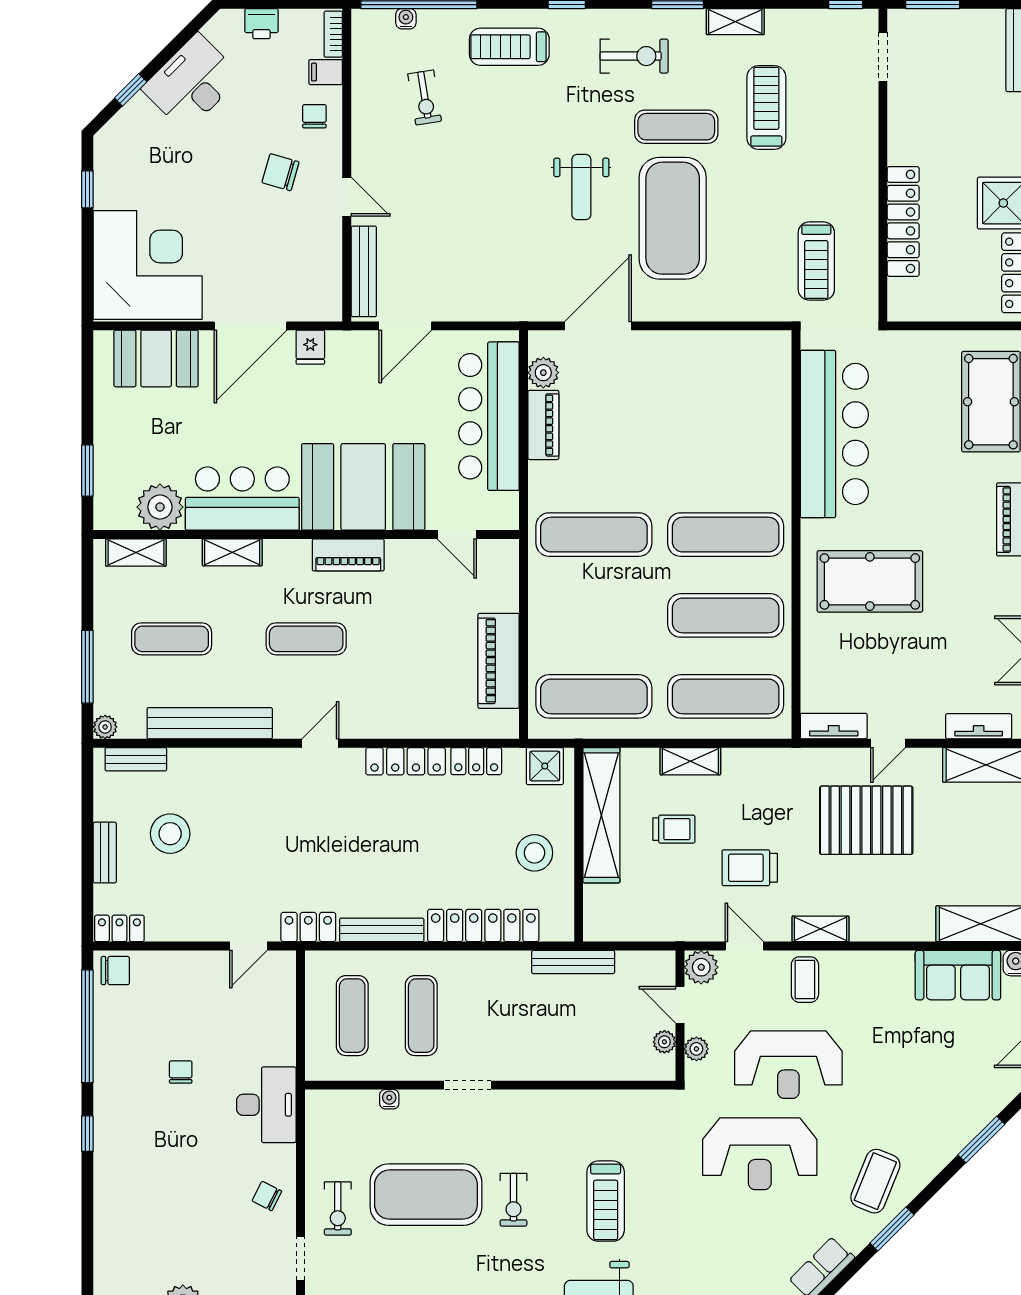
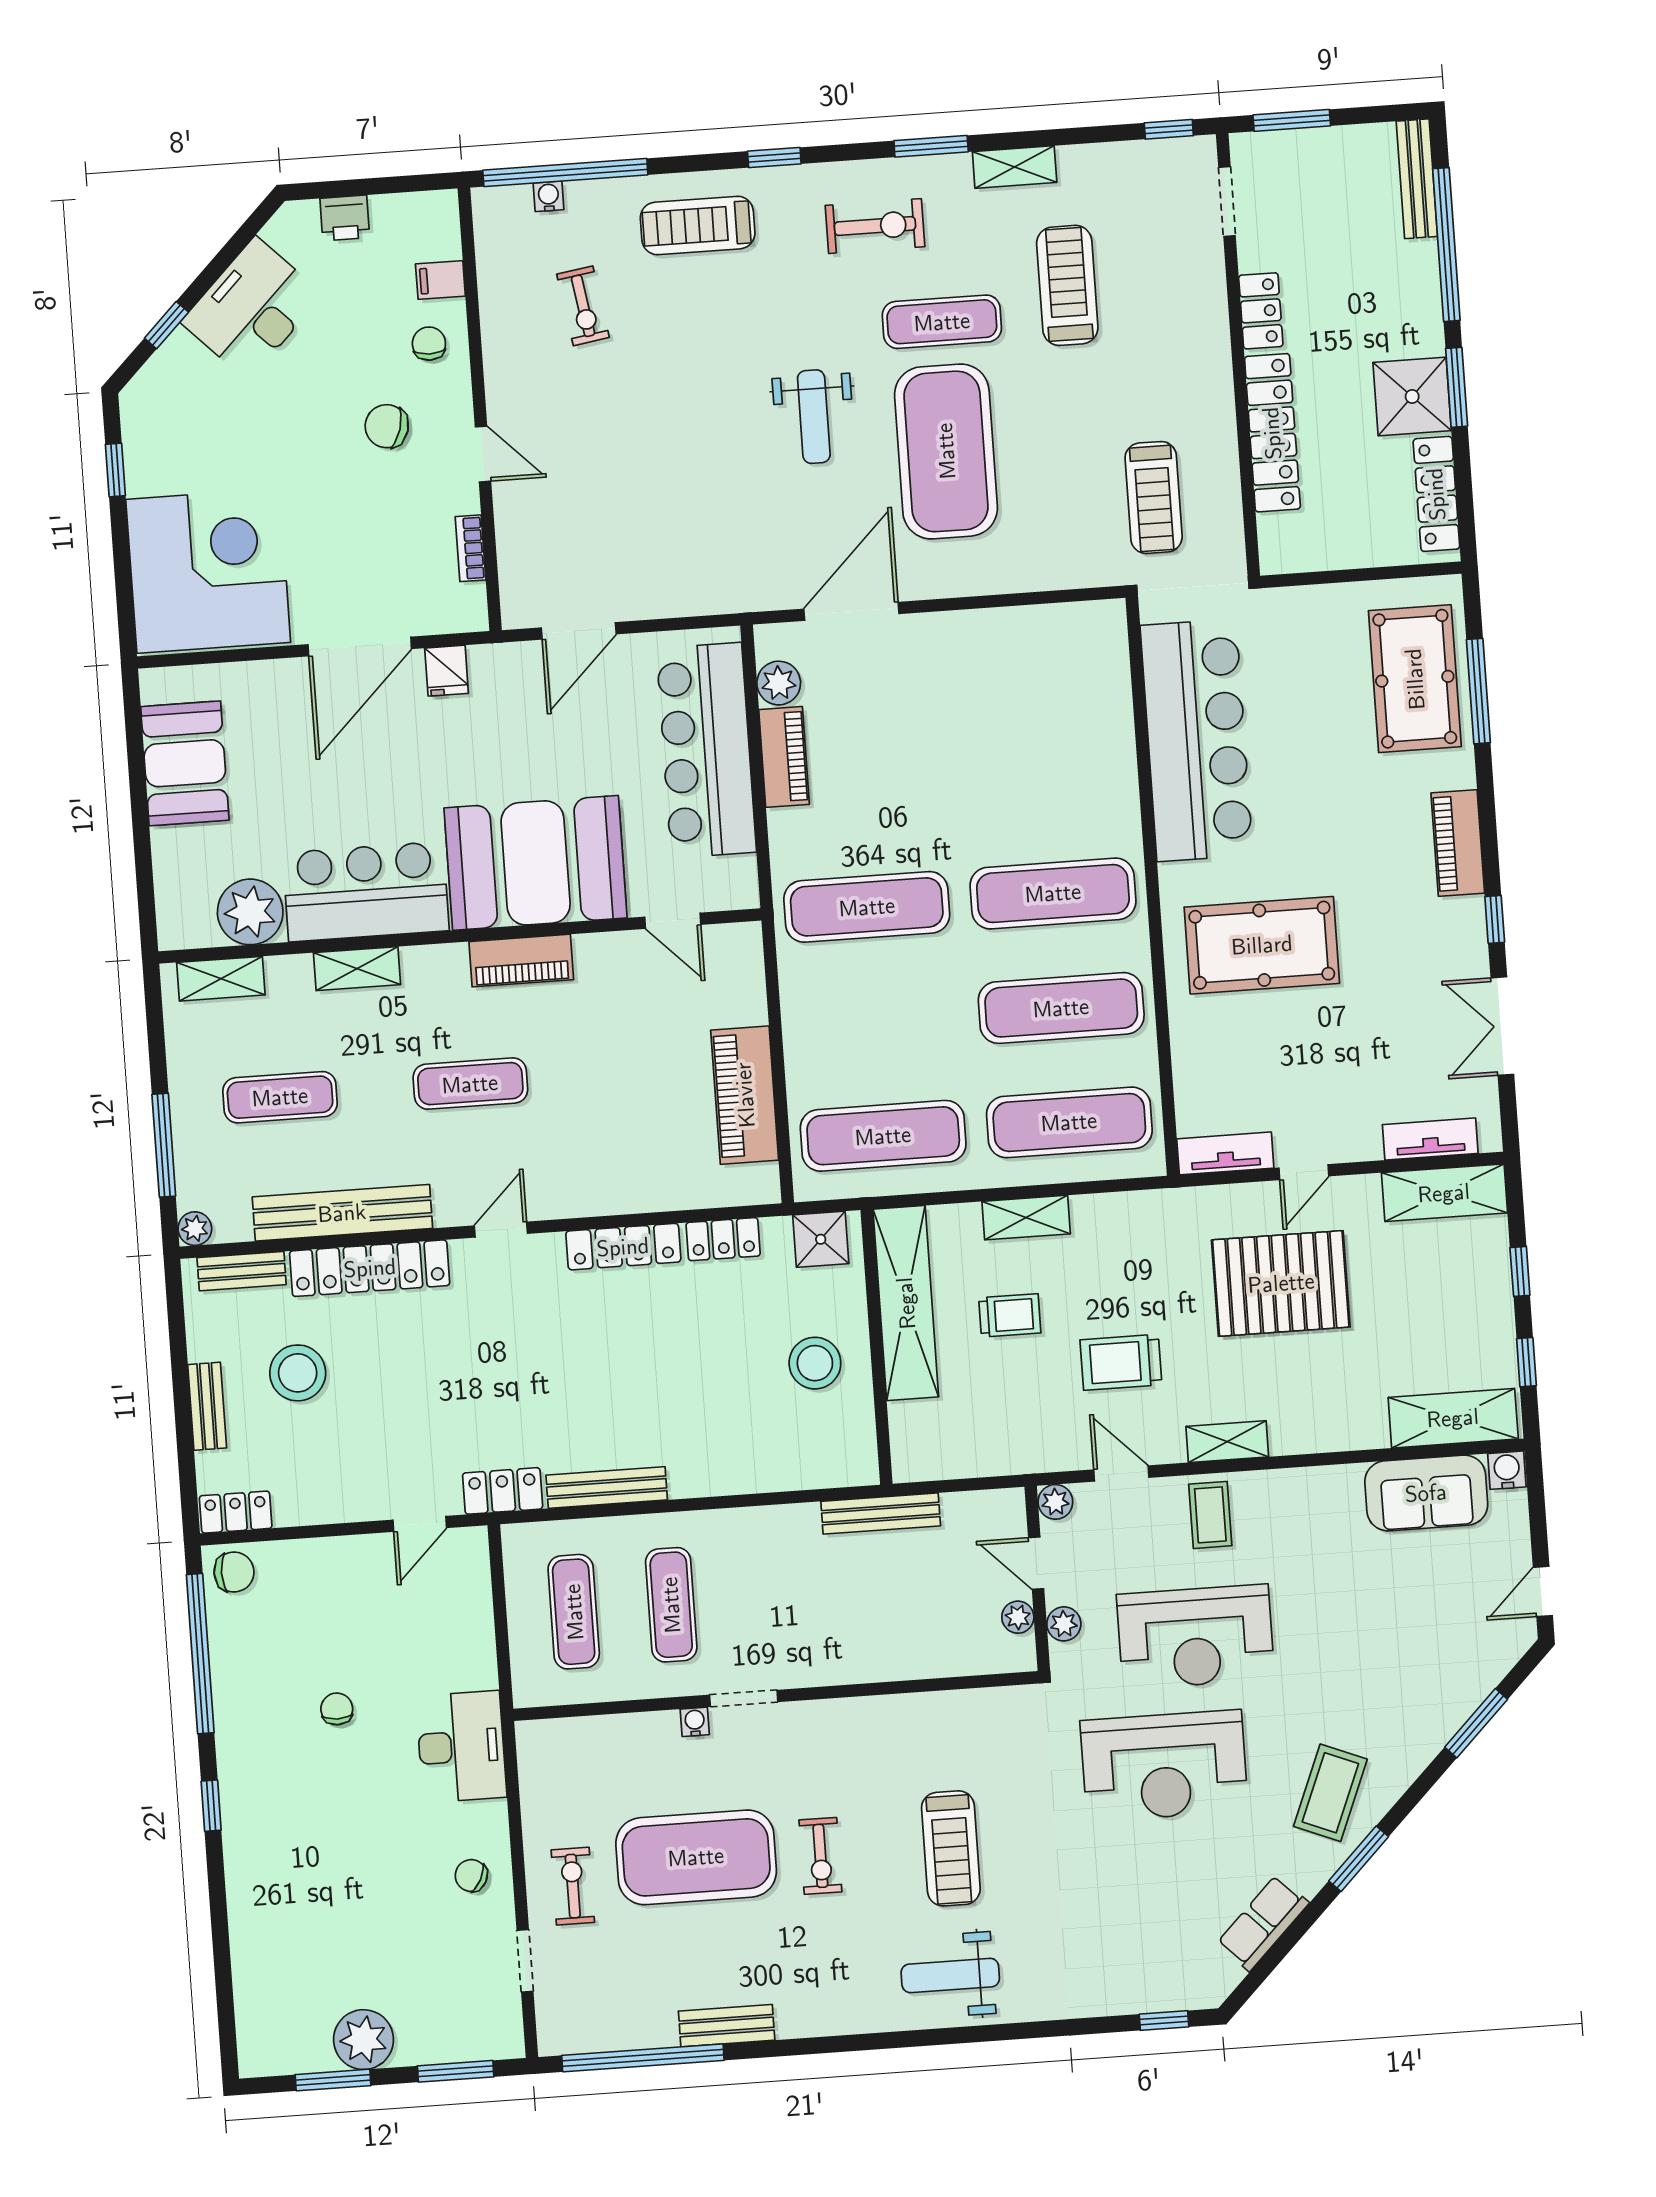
bookcase: (333, 34) -> (470, 548), moved
locker: (901, 135) -> (1261, 311), added
bench: (364, 271) -> (515, 558), removed
booth: (156, 358) -> (185, 763), moved, turned 90
window: (87, 471) -> (144, 868), removed
locker: (483, 926) -> (370, 1268), moved, turned 180
plant: (701, 967) -> (1055, 1502), width x0.73, depth x0.73
water cooler: (389, 1099) -> (695, 1722), moved
exercise bike: (338, 1209) -> (573, 1886), turned 180

